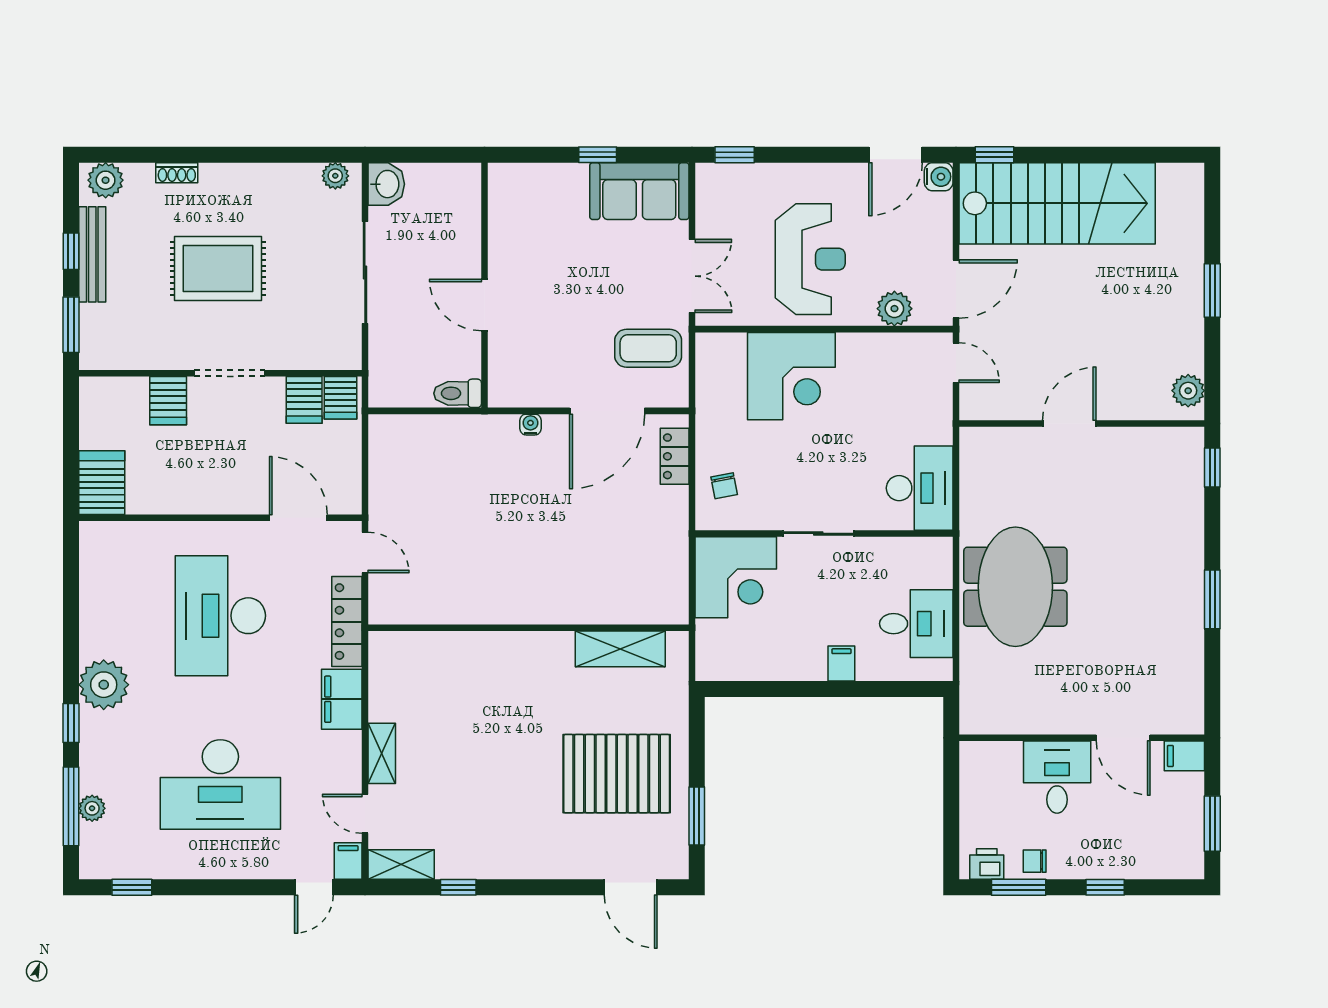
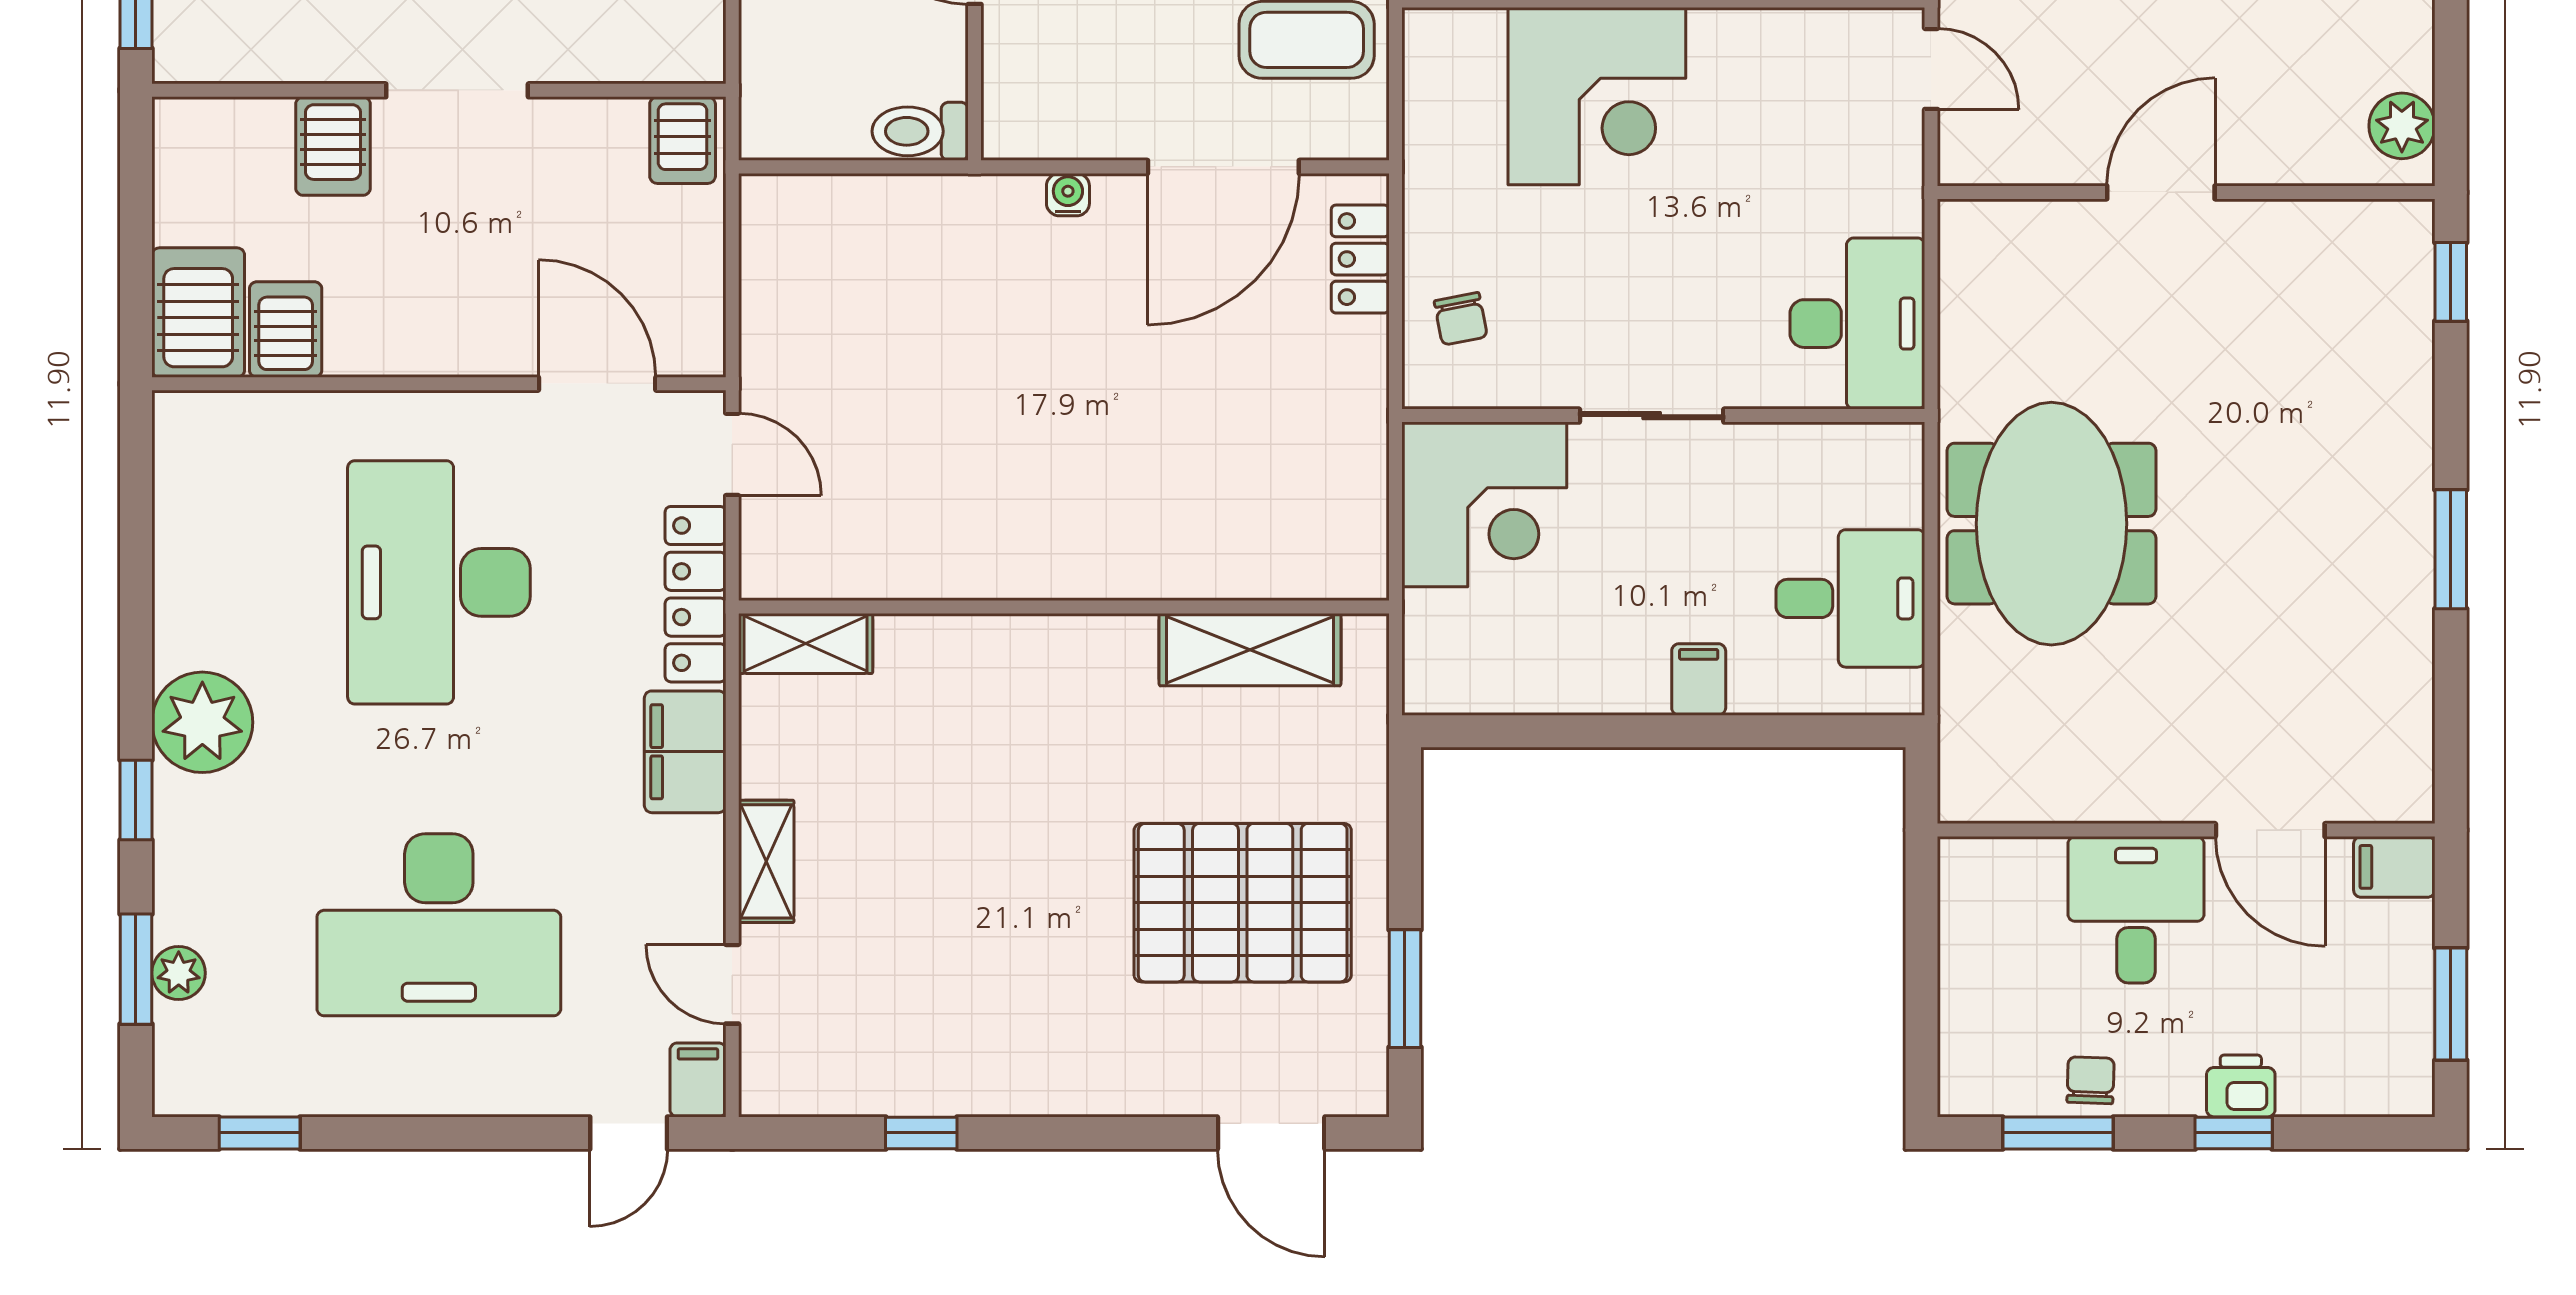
server rack: (304, 400) -> (286, 329), moved, turned 180
window: (71, 806) -> (136, 969), width x0.69
chair: (1035, 861) -> (2091, 1080), turned 92
shelving: (401, 864) -> (806, 643), moved
printer: (987, 864) -> (2241, 1086), moved

